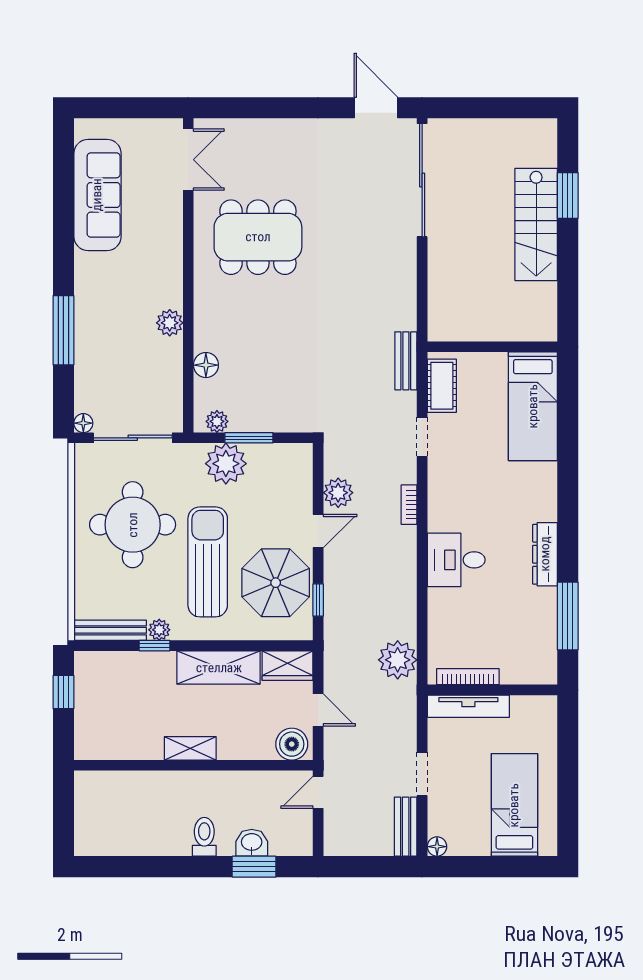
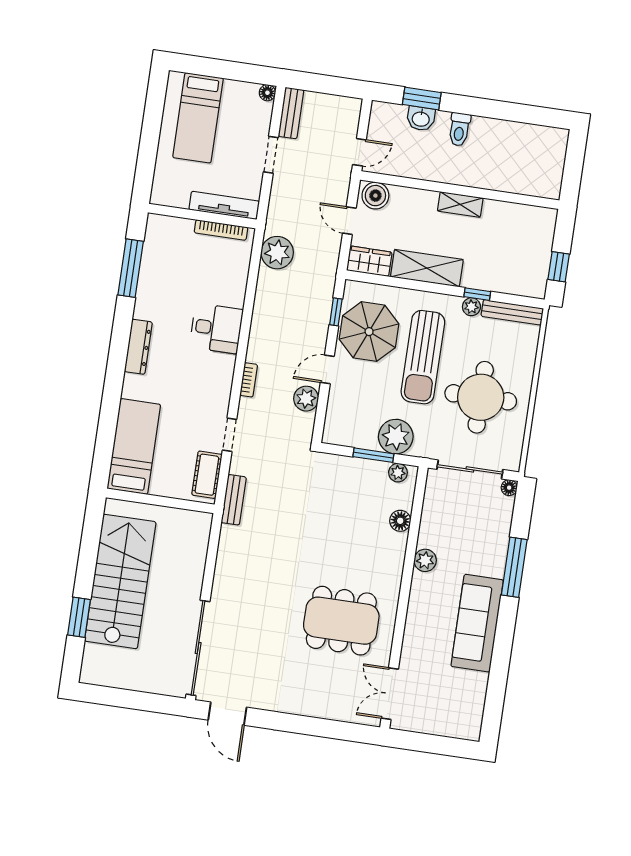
sofa: (97, 195) -> (477, 623), moved
stairs: (536, 224) -> (120, 581), width x1.36, depth x1.51
dresser: (545, 554) -> (138, 347), moved

